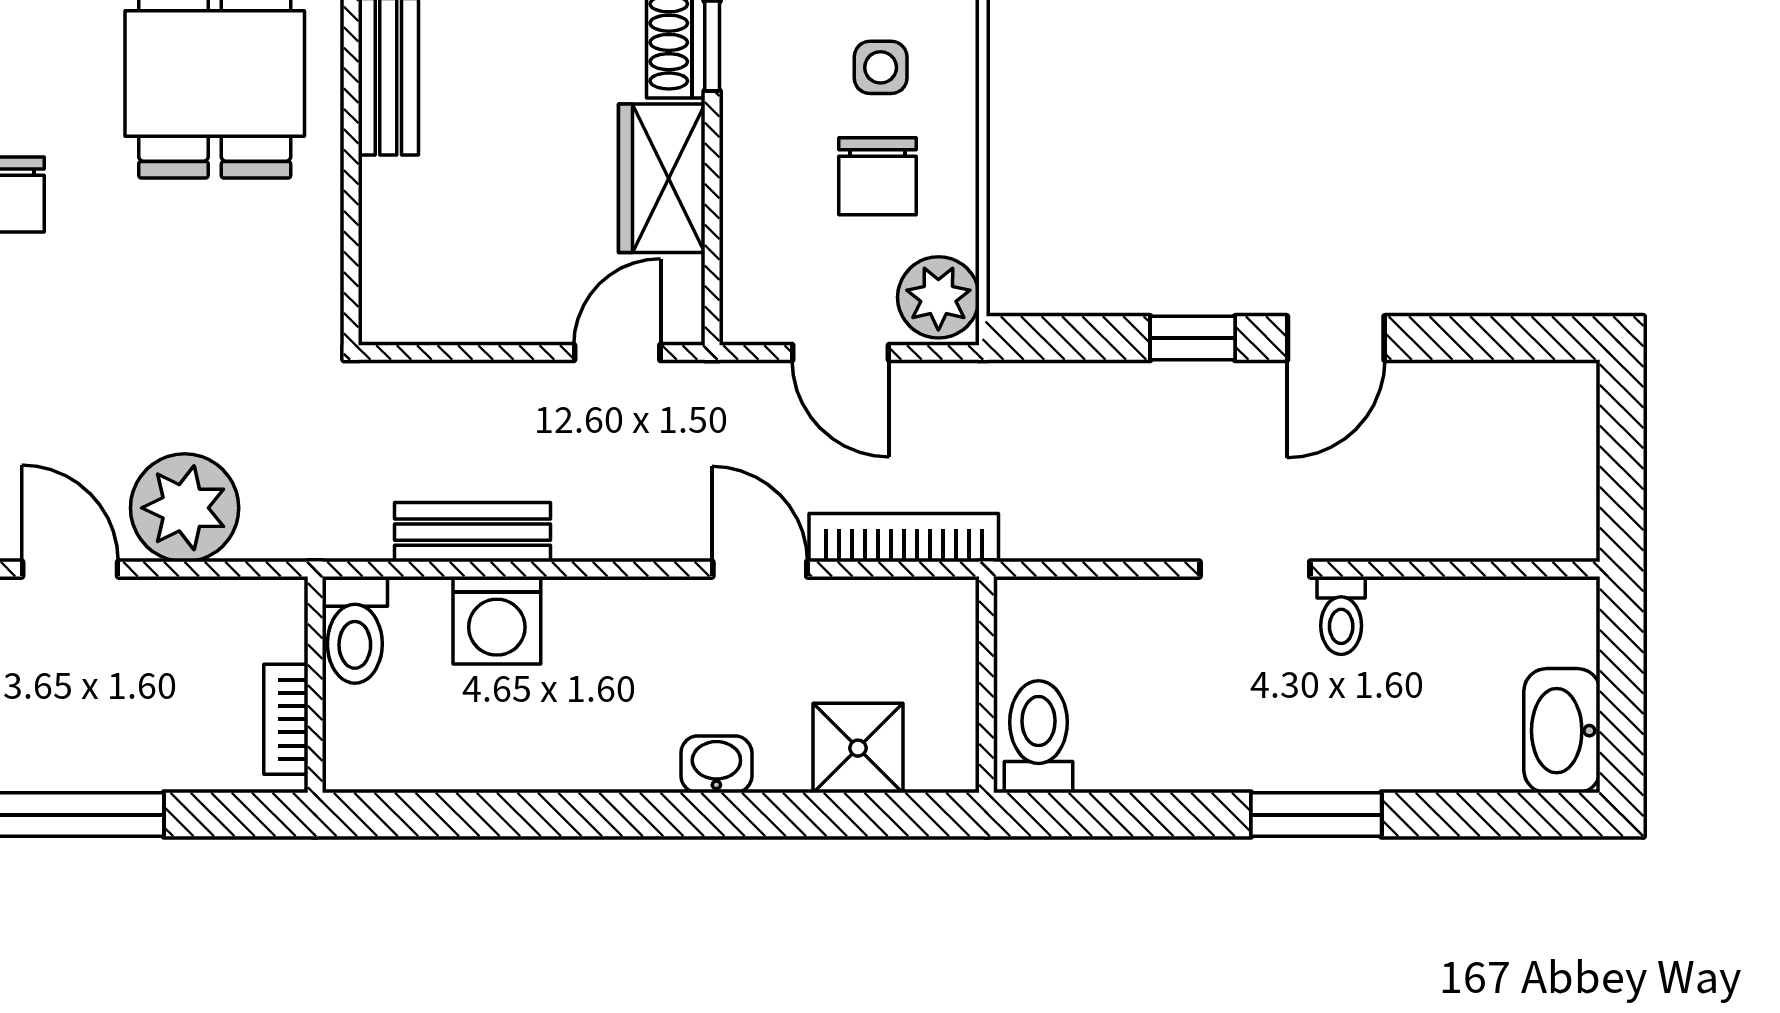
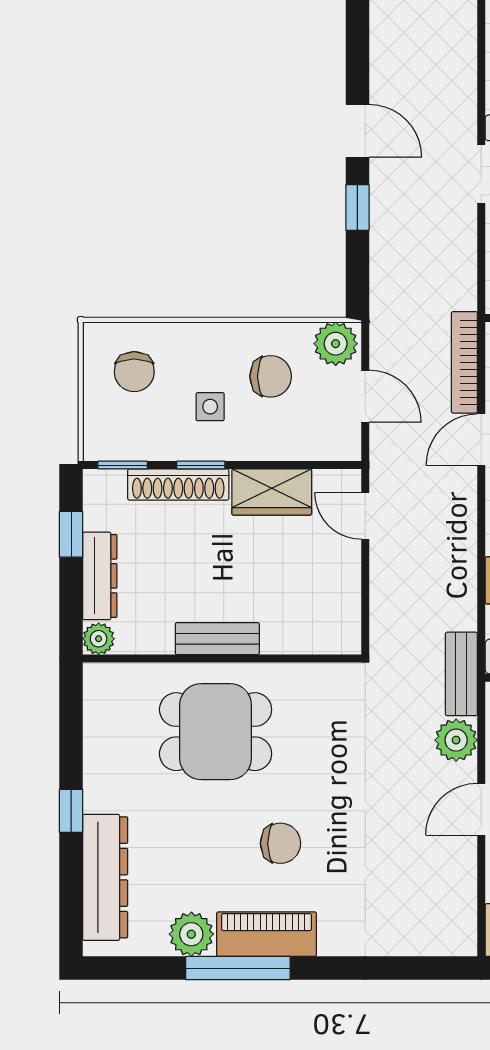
side table: (881, 67) -> (210, 407), moved
door: (841, 353) -> (365, 396), hinge flipped
plant: (185, 508) -> (456, 740), width x0.73, depth x0.73
bench: (472, 532) -> (461, 674), moved

